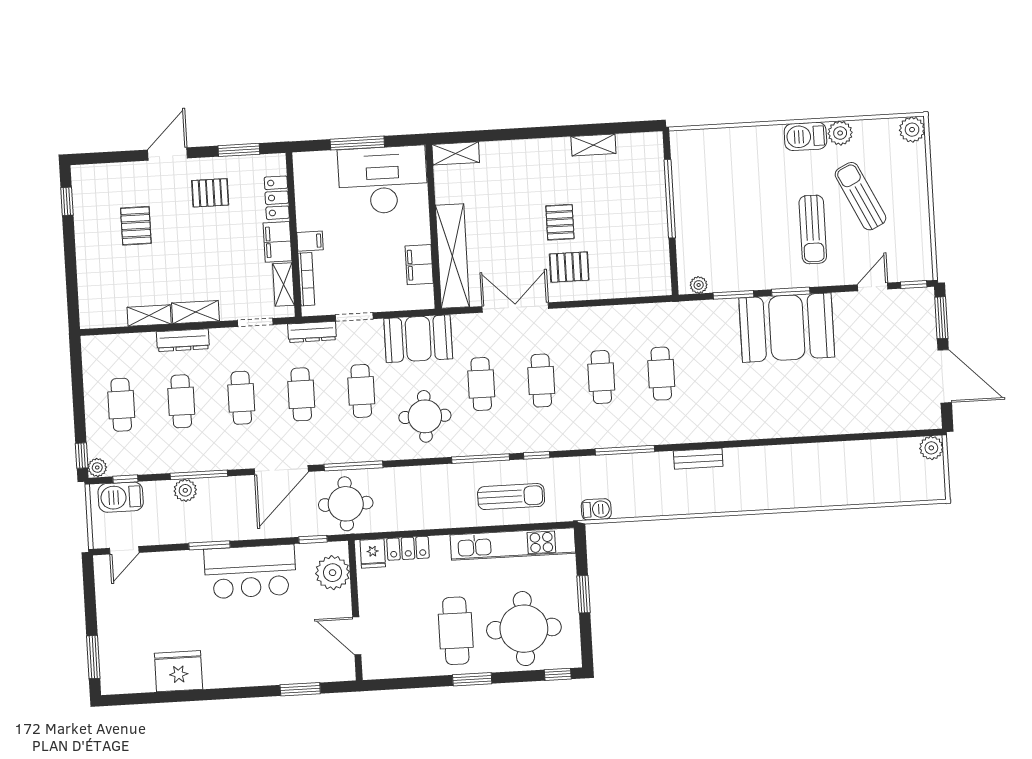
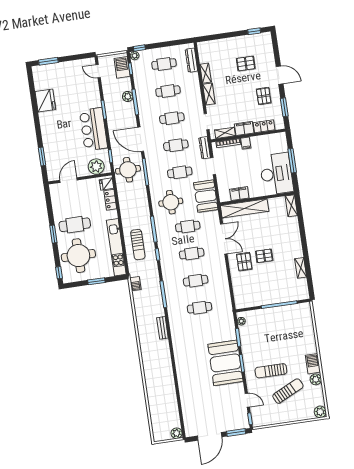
dresser: (183, 340) -> (191, 60), moved

